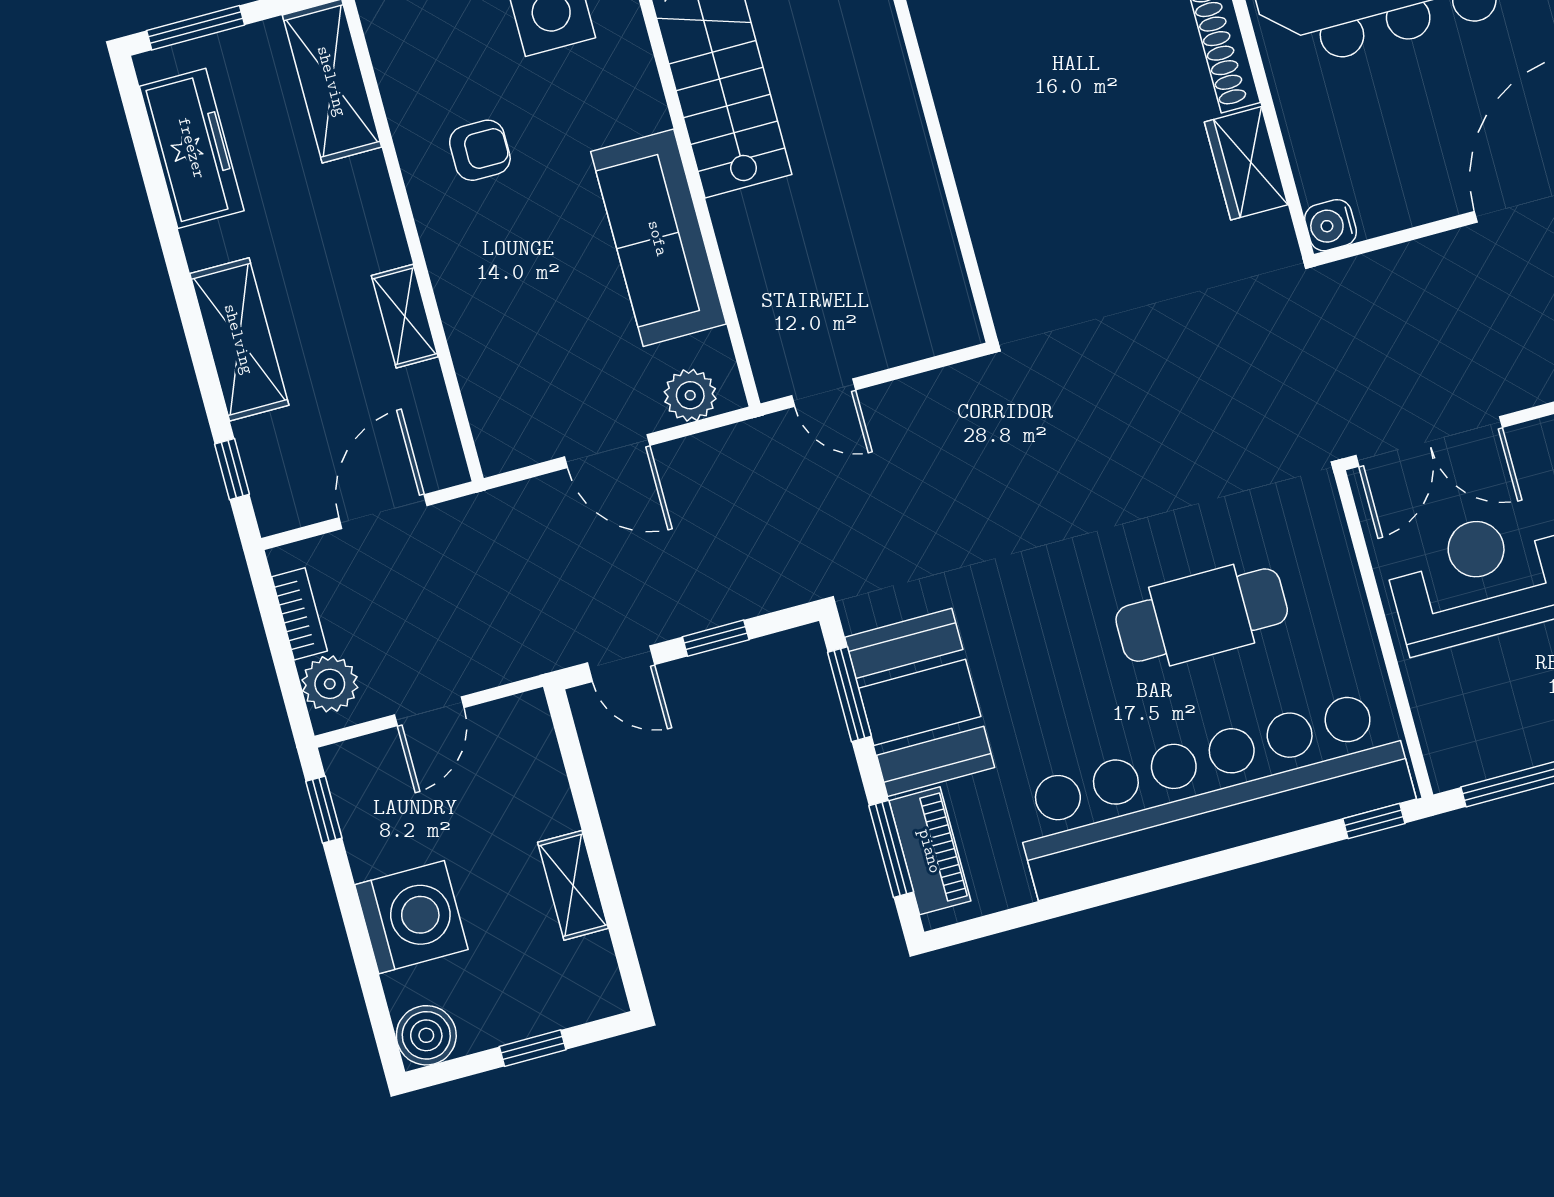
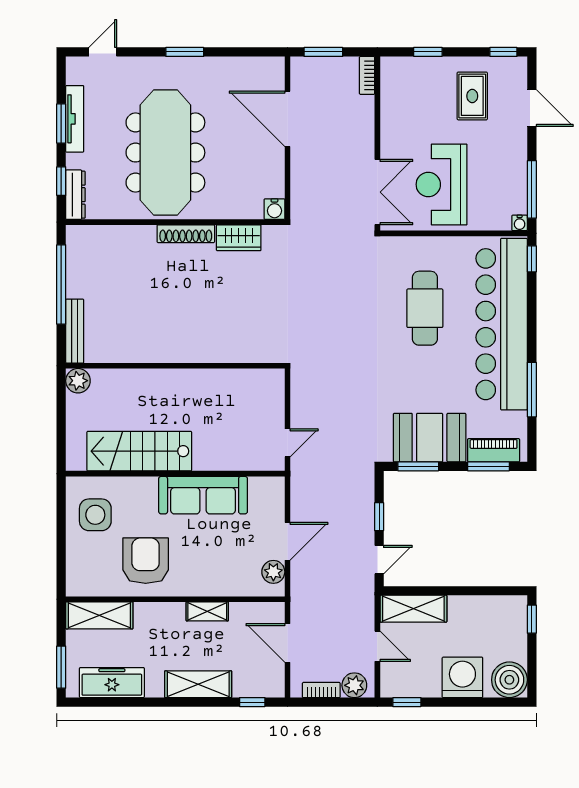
armchair: (480, 150) -> (146, 561), width x1.88, depth x1.88
plant: (690, 395) -> (273, 572), moved
water cooler: (1446, 773) -> (520, 223), added
shelving: (573, 885) -> (413, 609), moved, width x1.50, depth x1.33
window: (1086, 899) -> (532, 390), added
boiler: (426, 1035) -> (509, 680), width x1.37, depth x1.37
window: (533, 1048) -> (532, 619), moved

